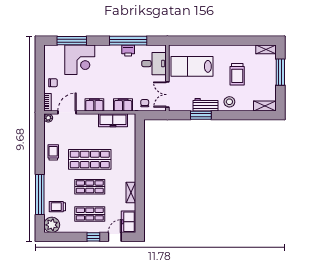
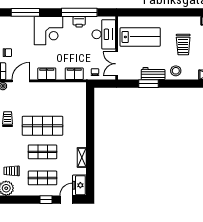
corner desk: (80, 60) -> (49, 31), moved
desk: (154, 64) -> (104, 34), width x1.37
lab bench: (192, 66) -> (140, 37), turned 180
freezer: (113, 120) -> (65, 88), removed

